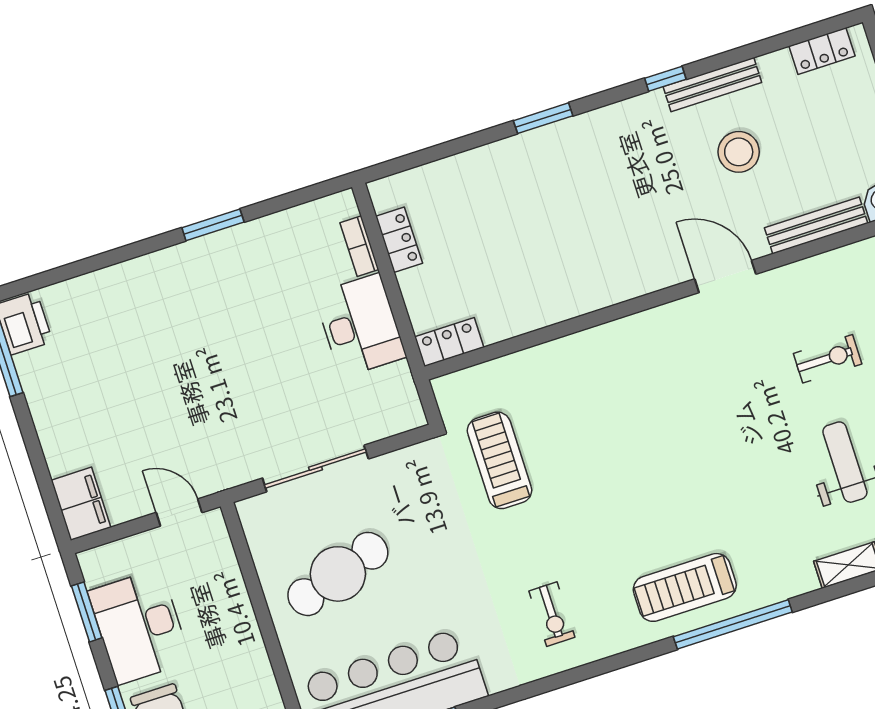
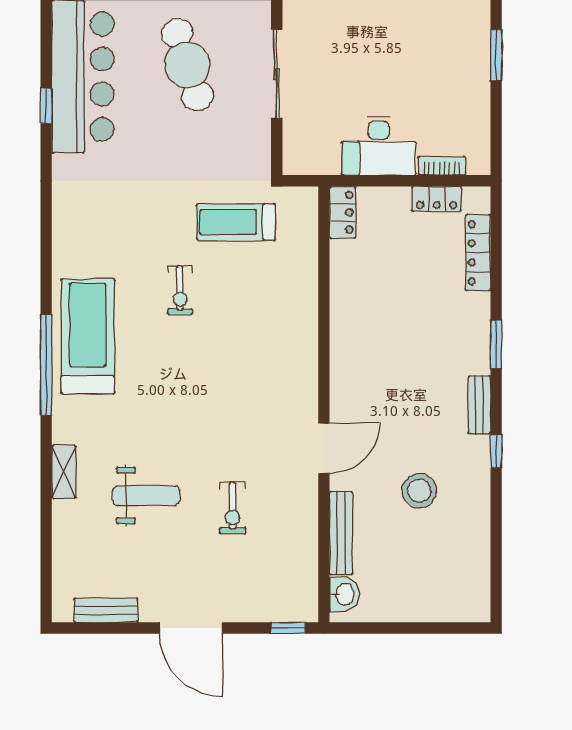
locker: (822, 51) -> (478, 253), moved, width x1.53
bench: (712, 85) -> (480, 405), moved, width x0.73
treadmill: (500, 460) -> (236, 222), turned 180
treadmill: (685, 587) -> (88, 336), width x1.37, depth x1.38
exercise bike: (552, 614) -> (180, 290), moved, turned -90

